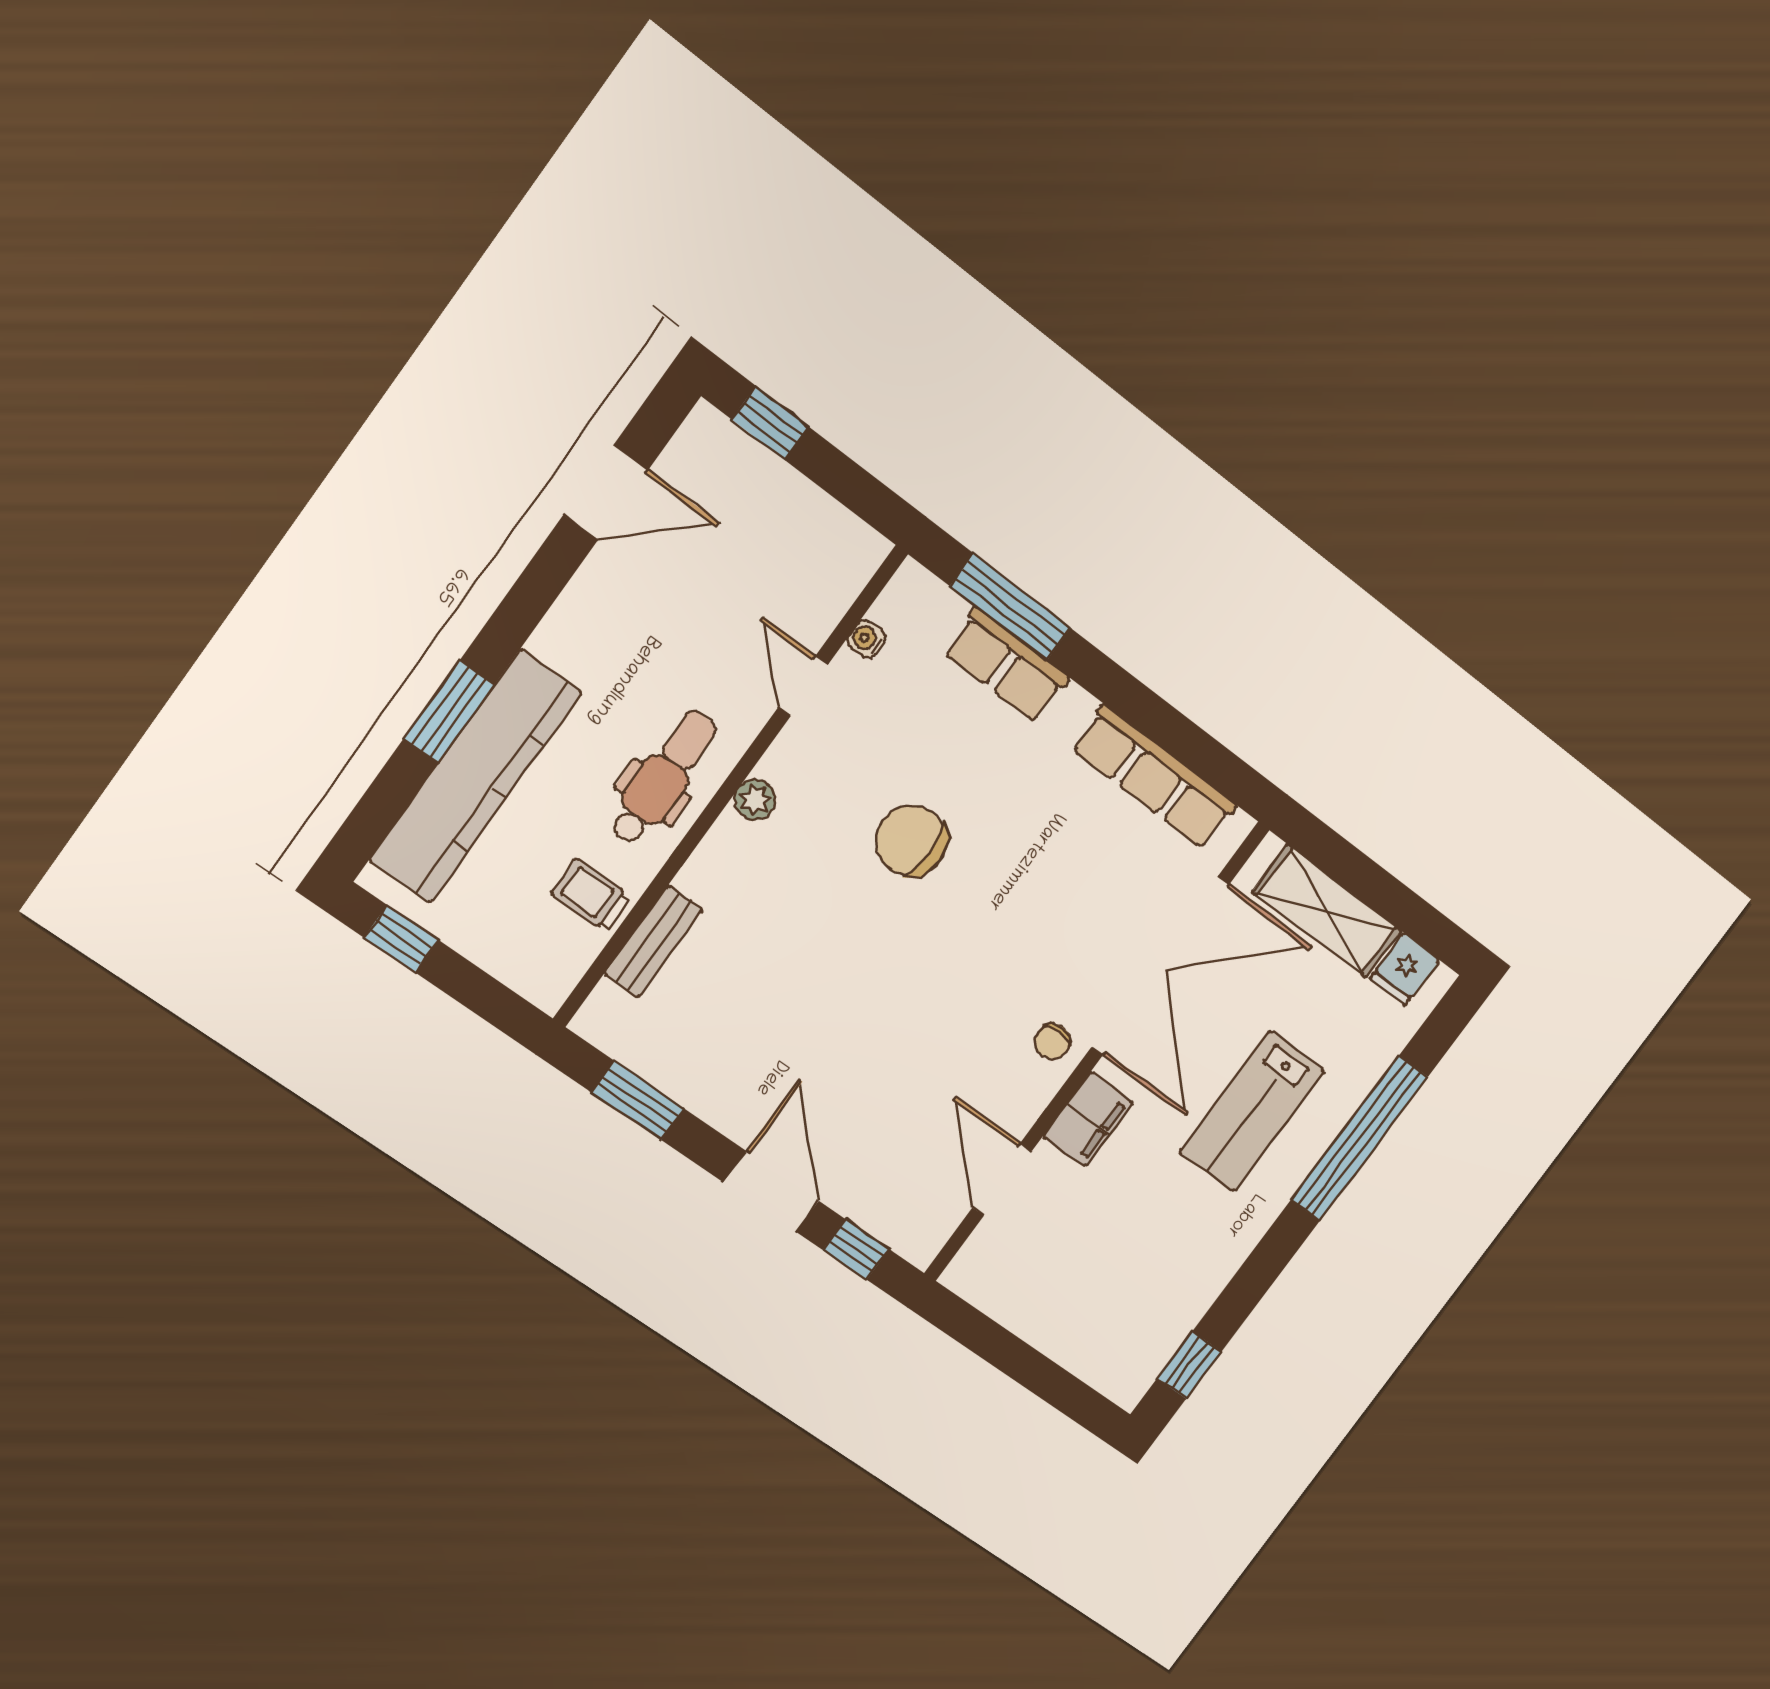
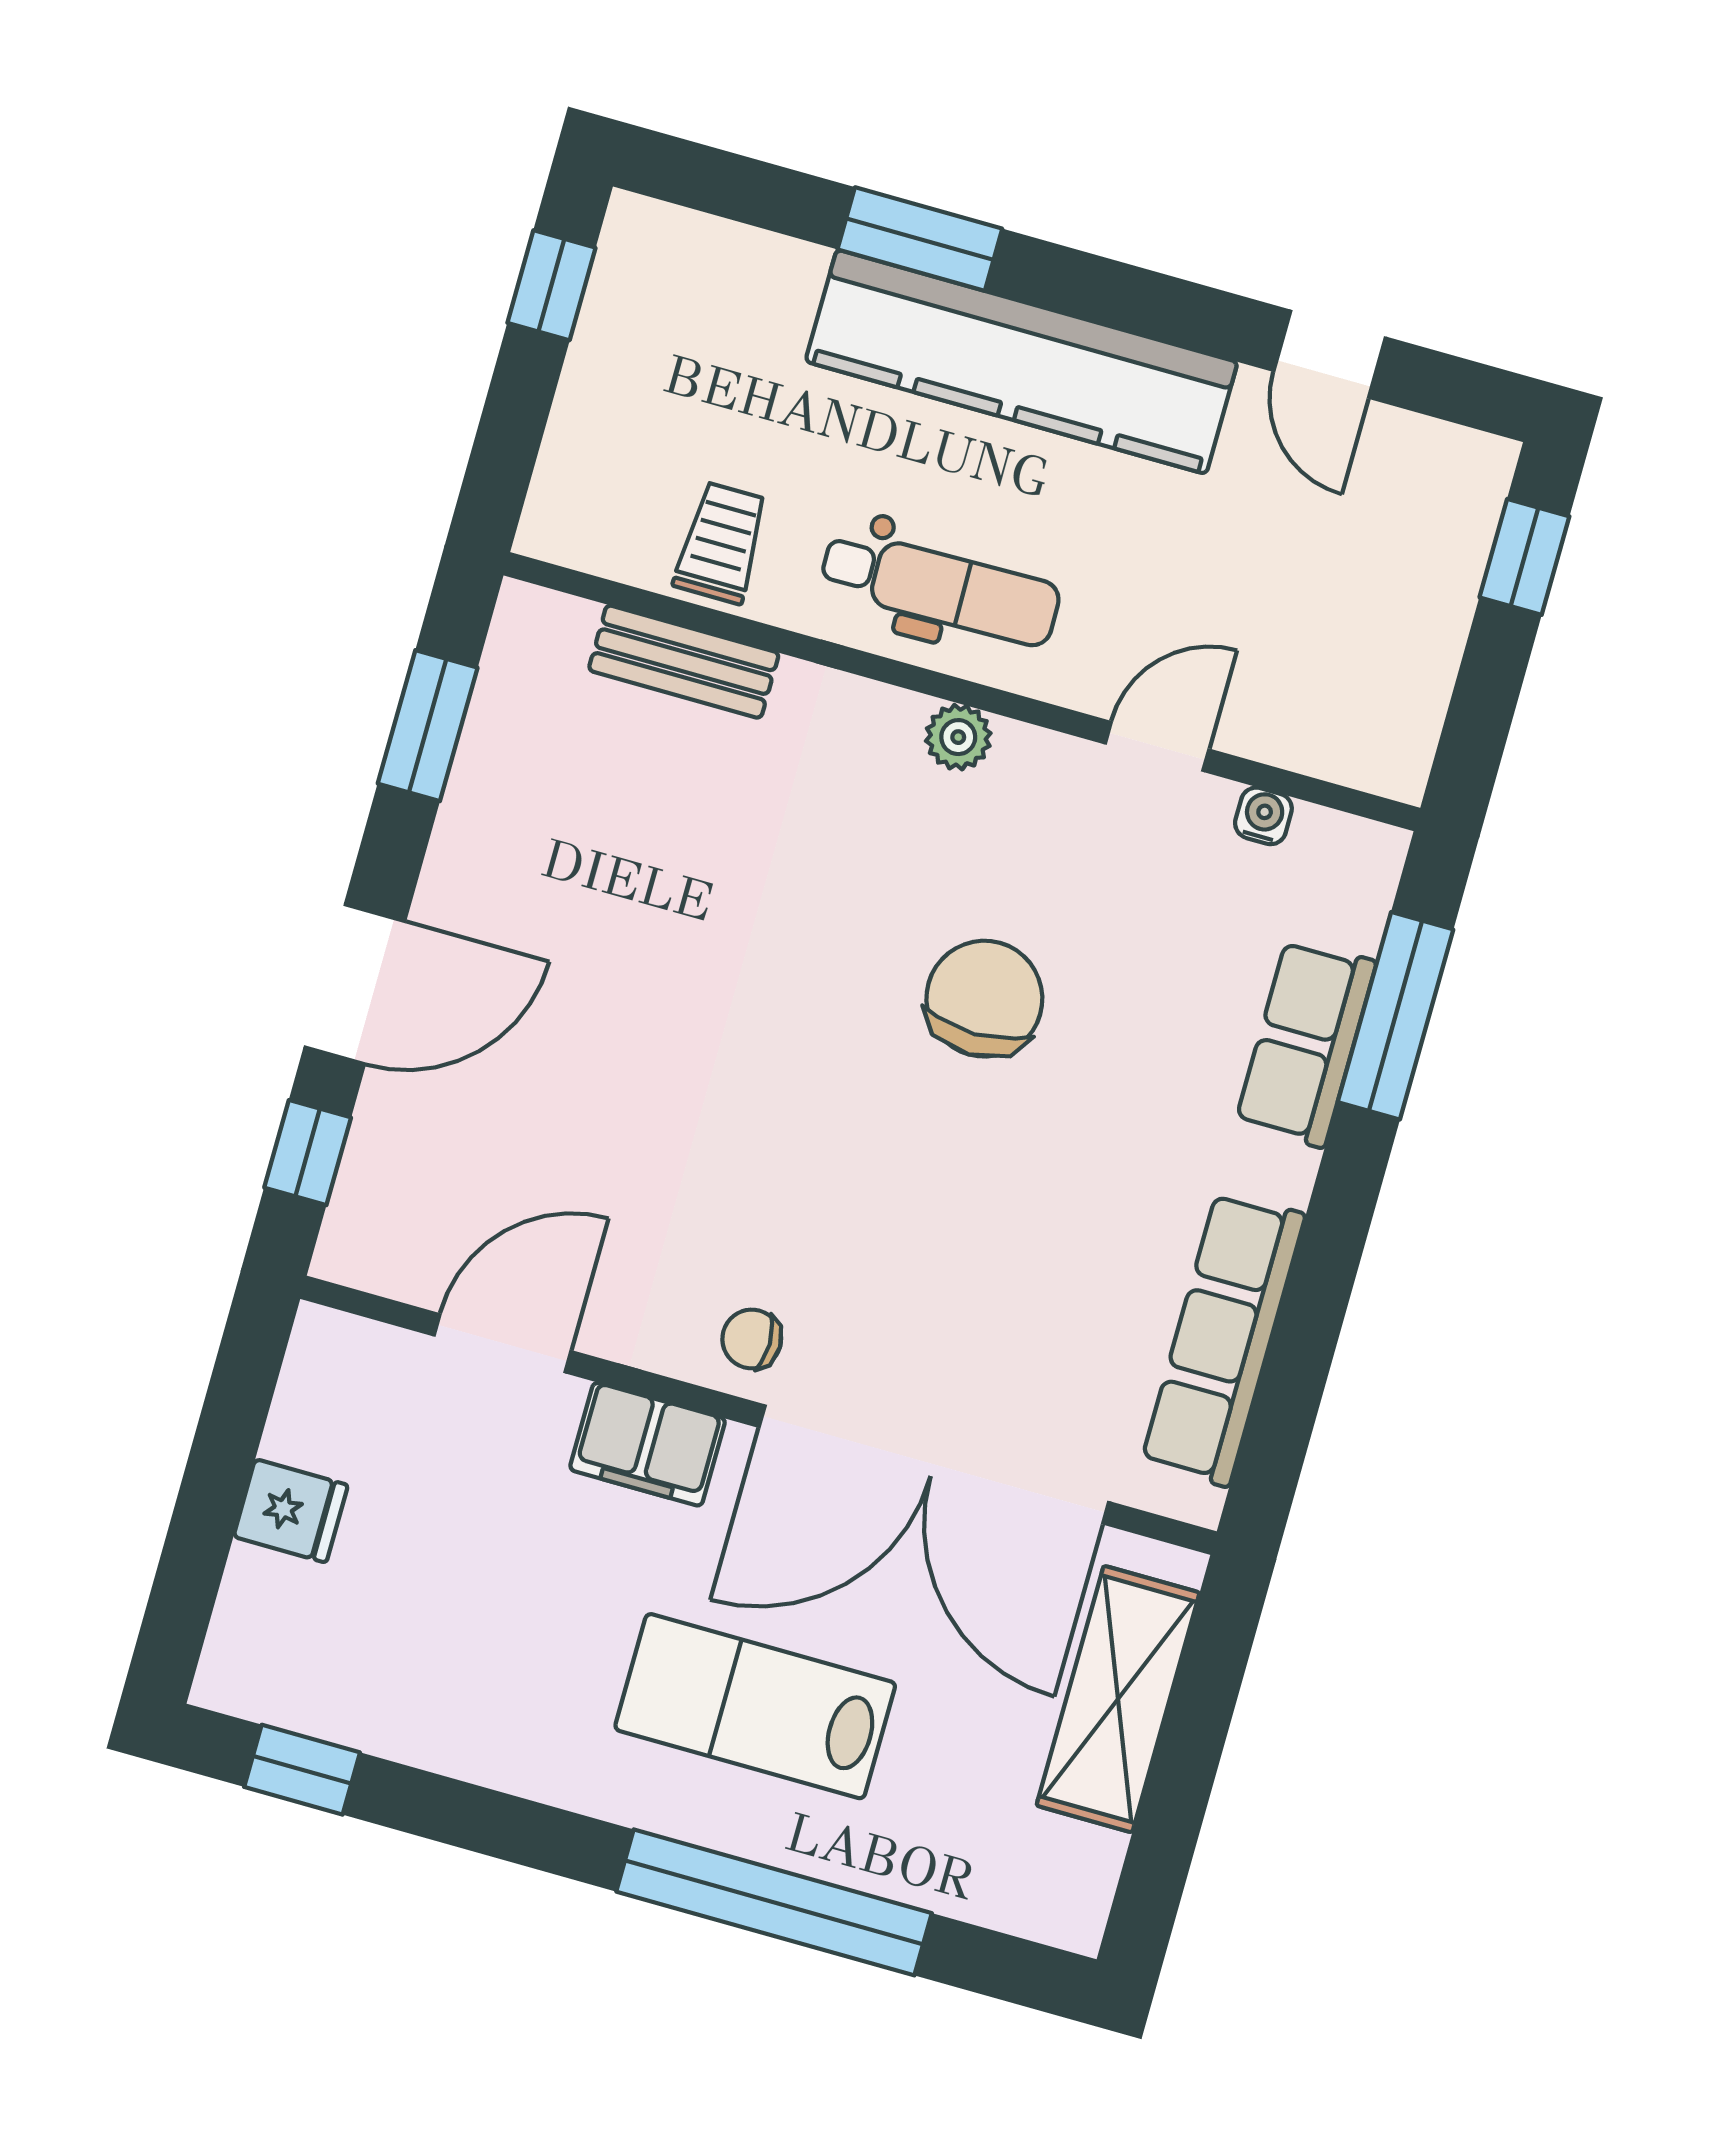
door: (606, 492) -> (1330, 354), width x0.73
kitchen counter: (475, 776) -> (1021, 362), moved
fridge: (1405, 969) -> (291, 1511), moved, turned 180

